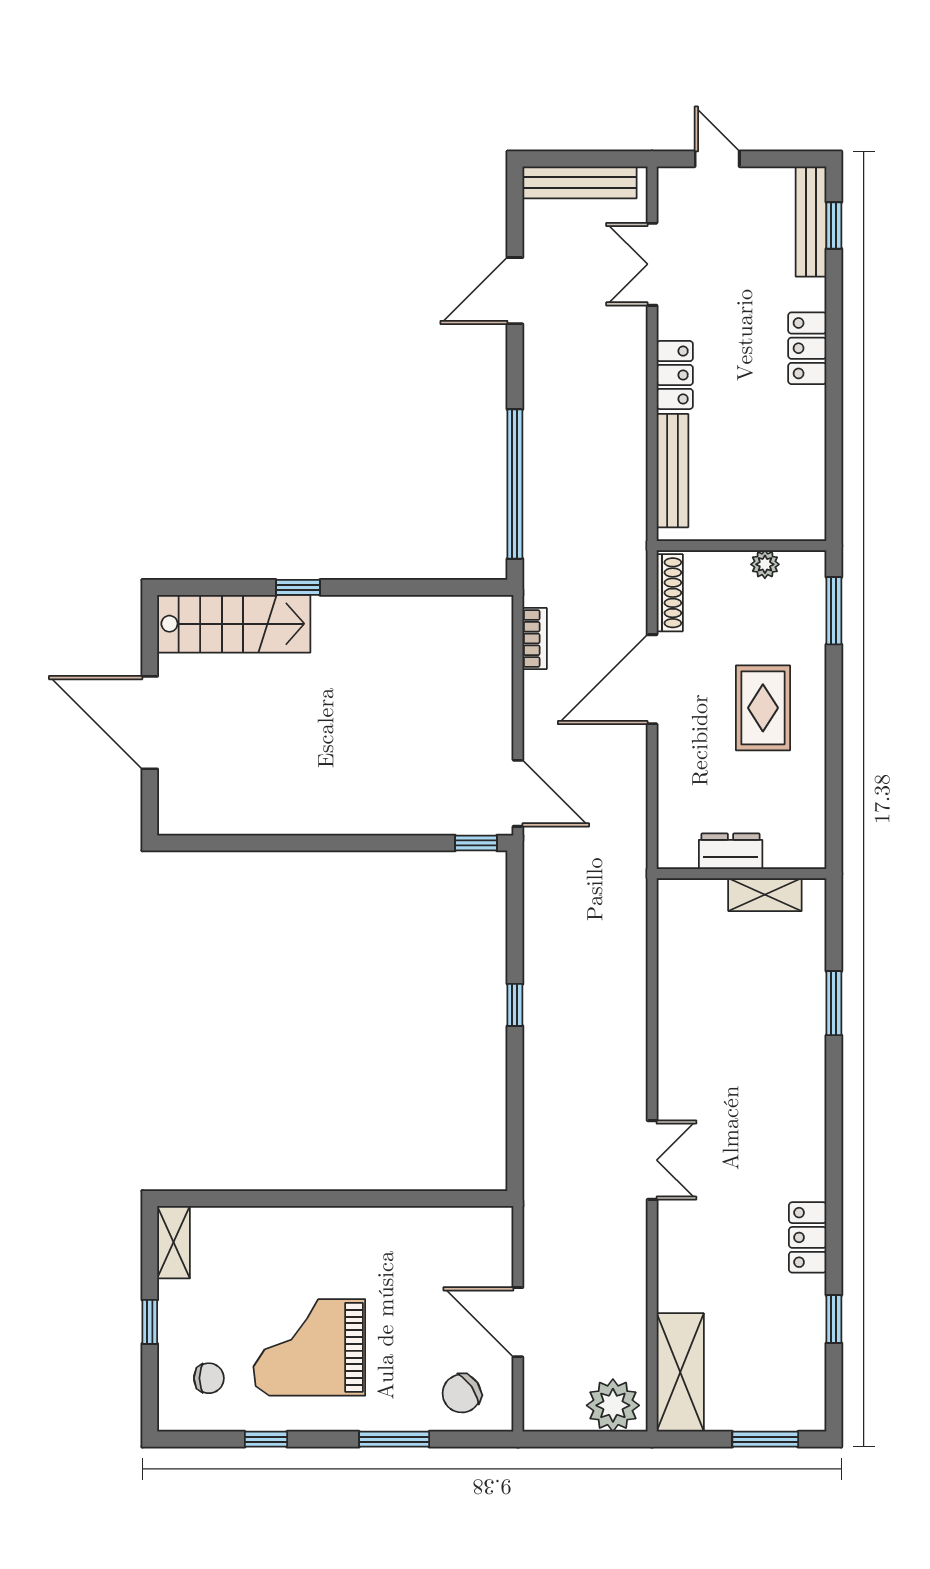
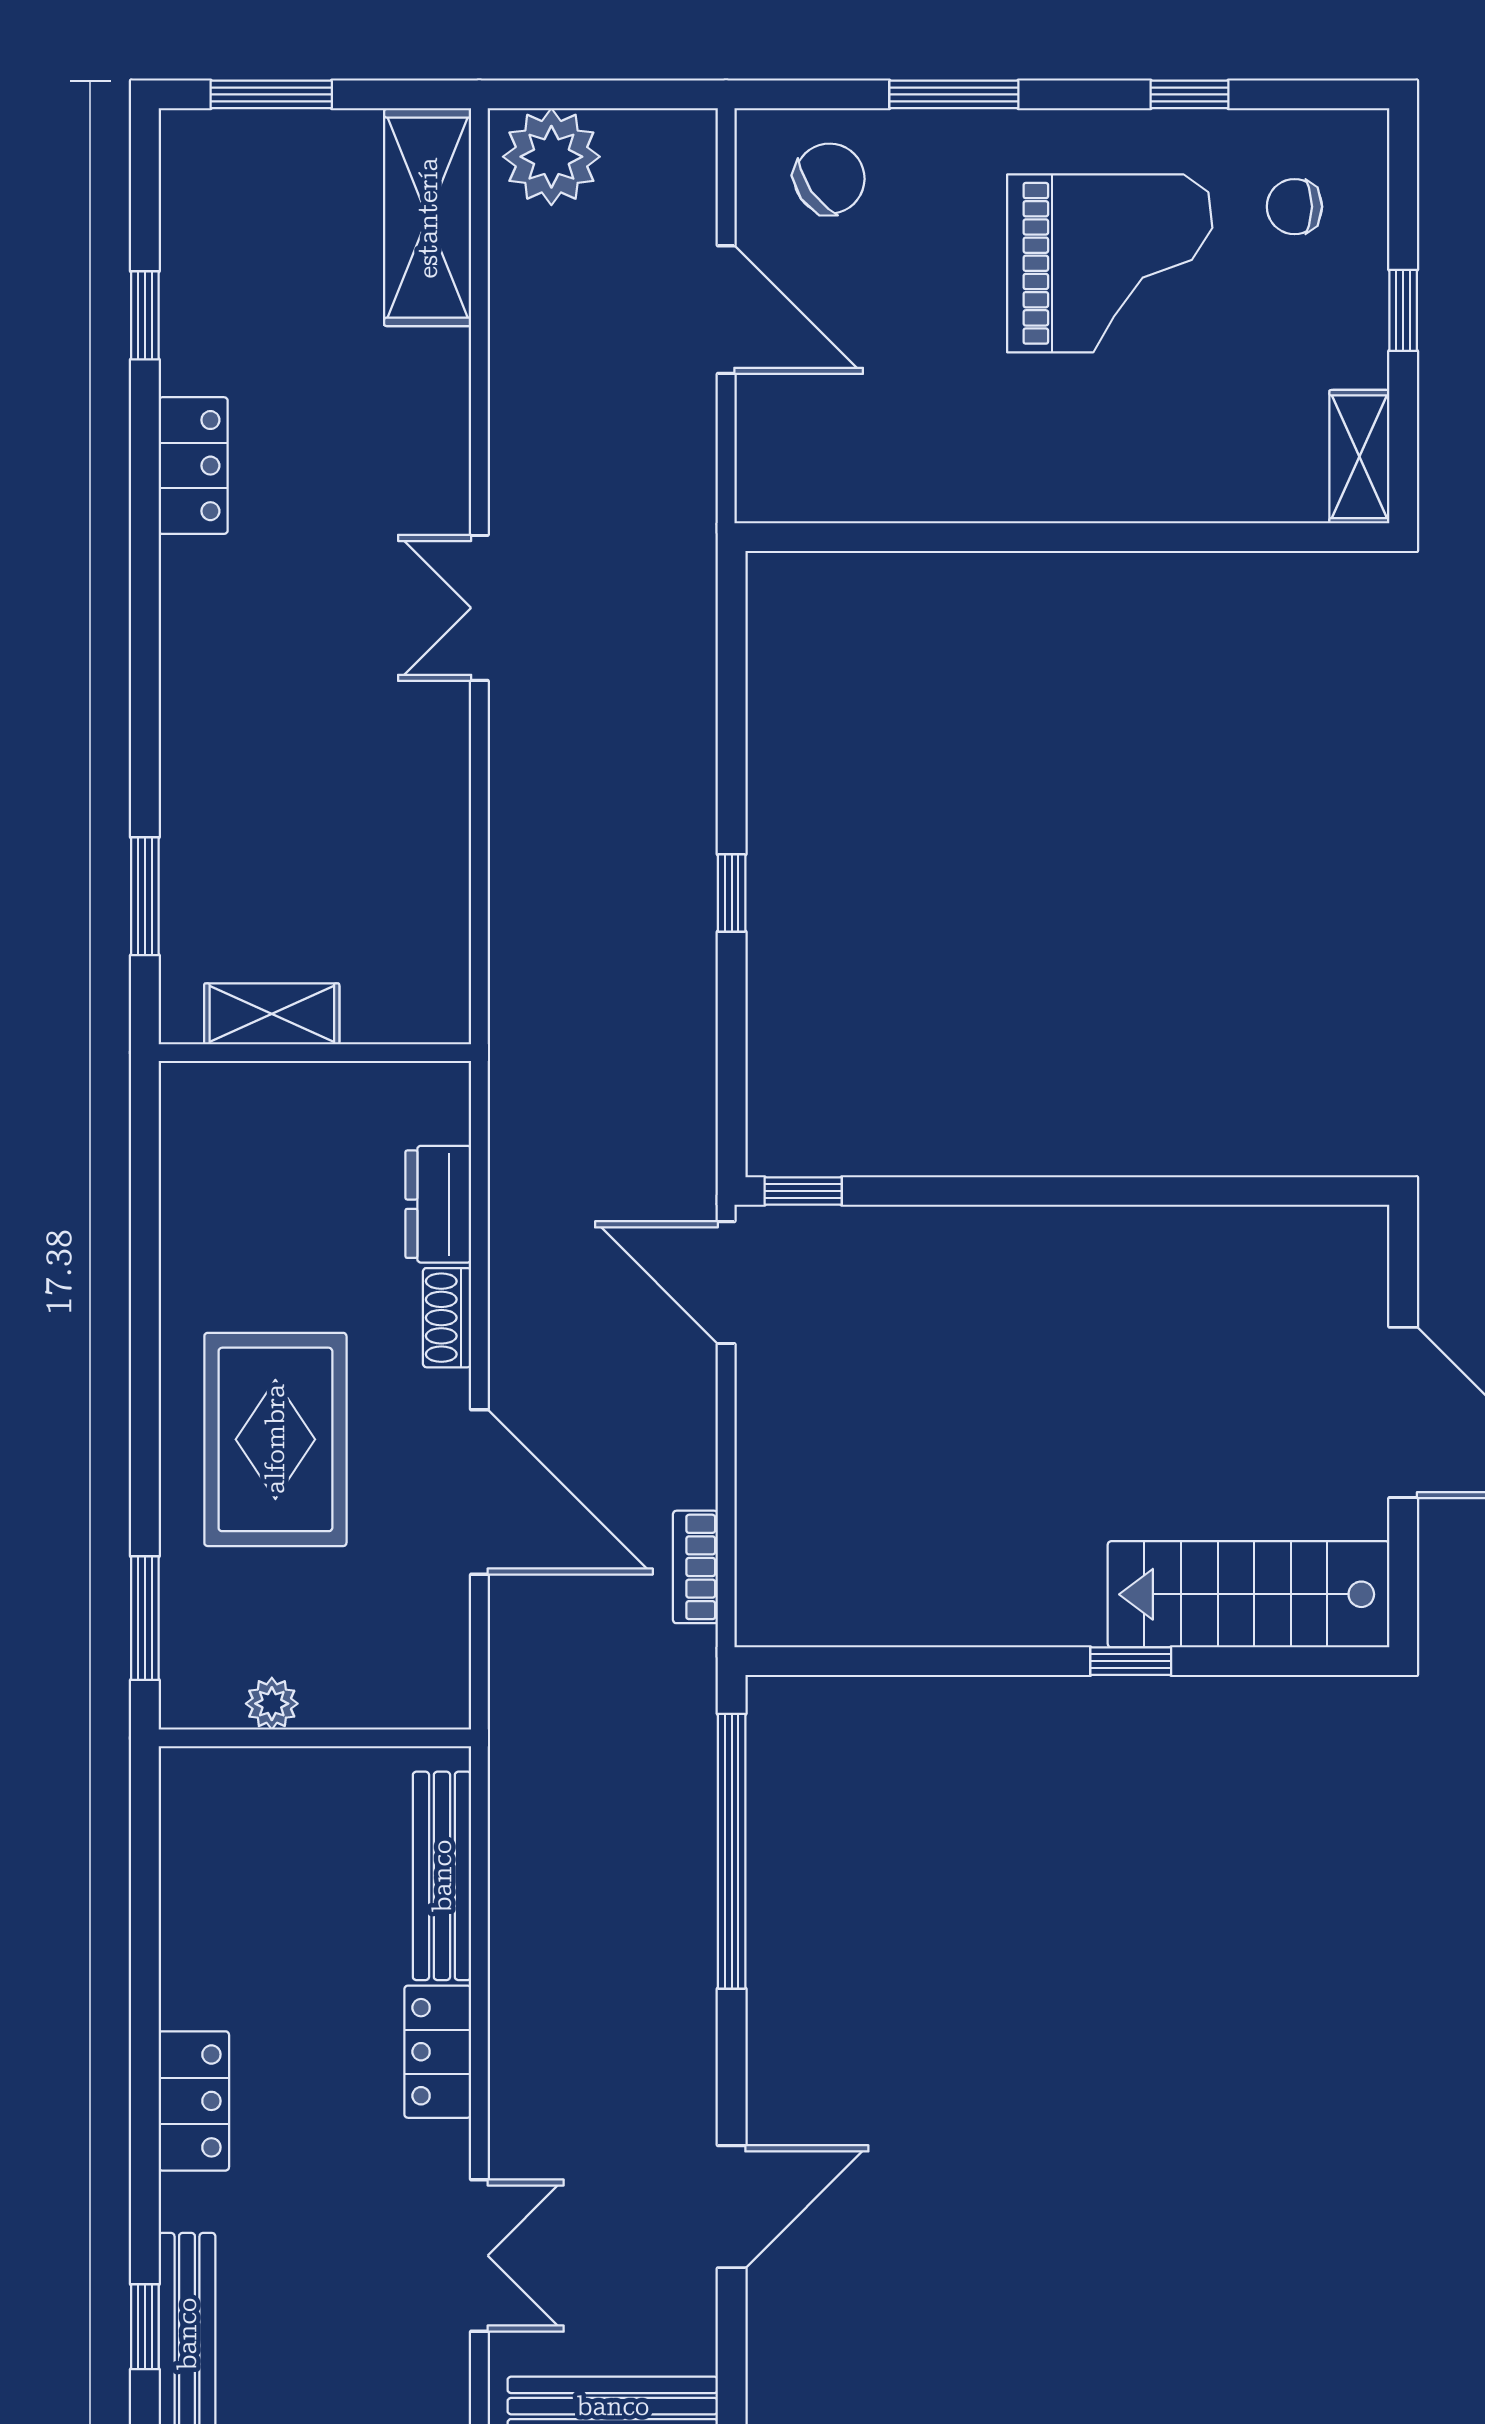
shoe rack: (670, 593) -> (447, 1318), moved, width x0.70
door: (652, 679) -> (479, 1492), hinge flipped
rug: (763, 708) -> (275, 1439), width x1.36, depth x1.43
dresser: (731, 851) -> (438, 1204), moved, turned 90
wall: (742, 874) -> (315, 1053), moved
shelving: (765, 895) -> (272, 1014), moved

